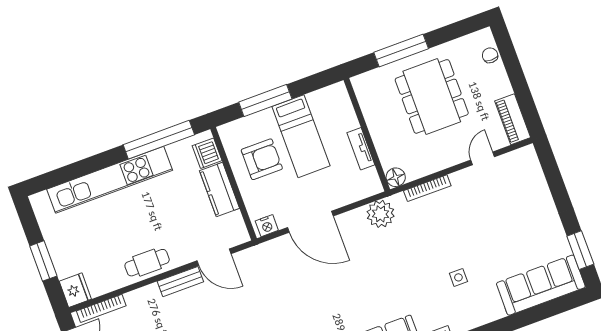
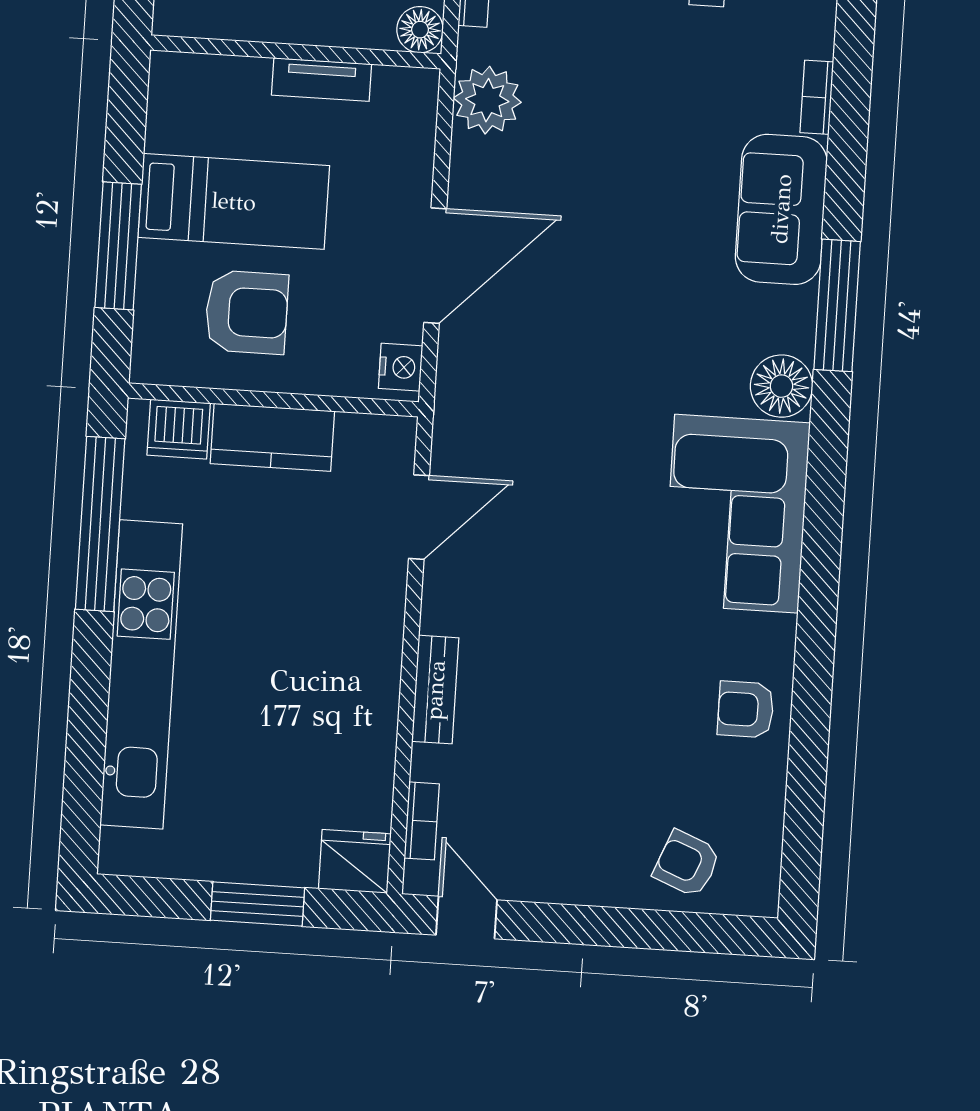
armchair: (262, 159) -> (246, 312), turned 90
cafe table: (147, 263) -> (364, 673), removed
bench: (180, 282) -> (435, 690), moved
bookcase: (101, 308) -> (422, 821), width x0.64

